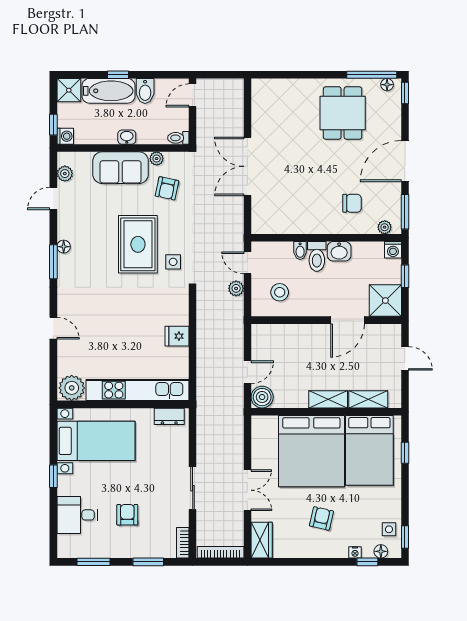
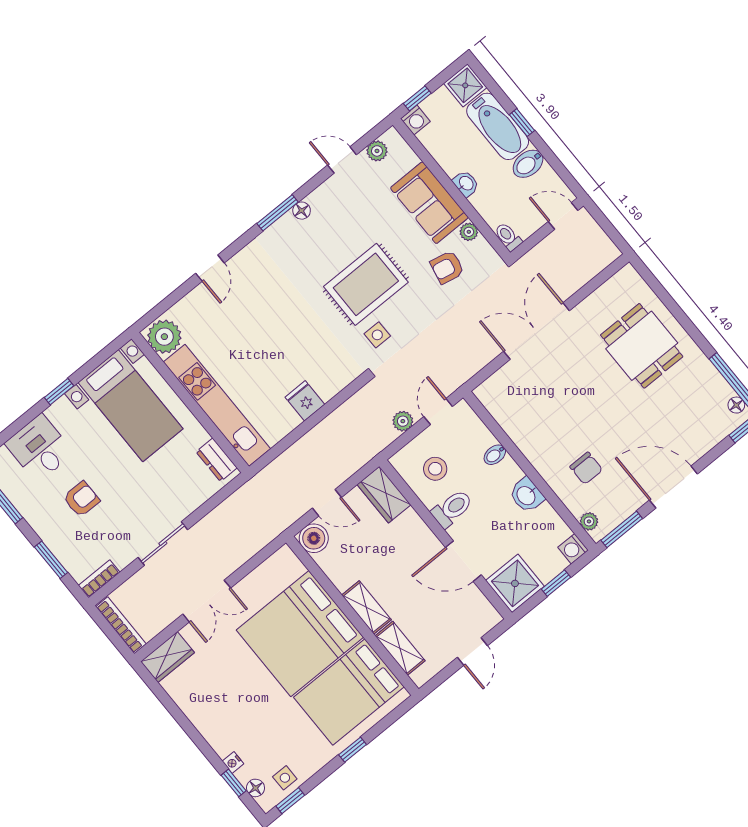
dining table: (343, 113) -> (642, 346), moved, turned 90
toilet: (317, 256) -> (452, 508), moved, turned 180
wardrobe: (270, 335) -> (384, 495), added
window: (405, 453) -> (353, 750), moved
armchair: (321, 518) -> (240, 700), removed

